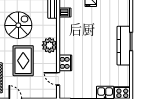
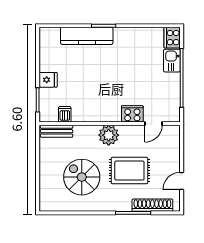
kitchen counter: (124, 46) -> (87, 36), moved

